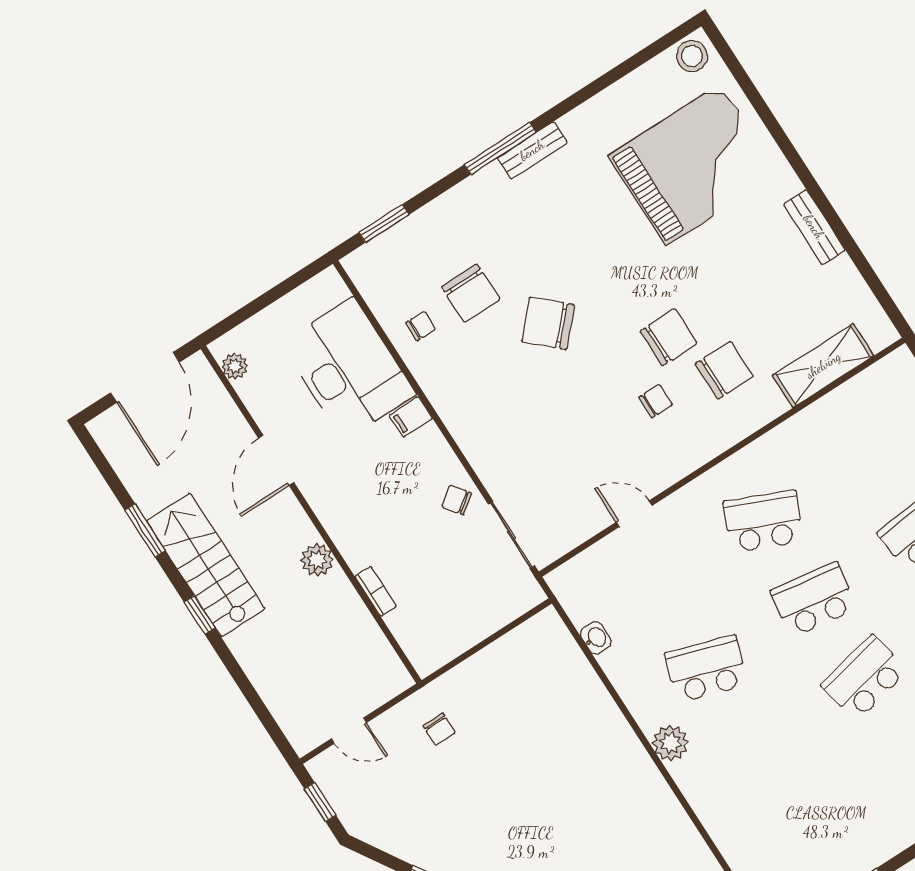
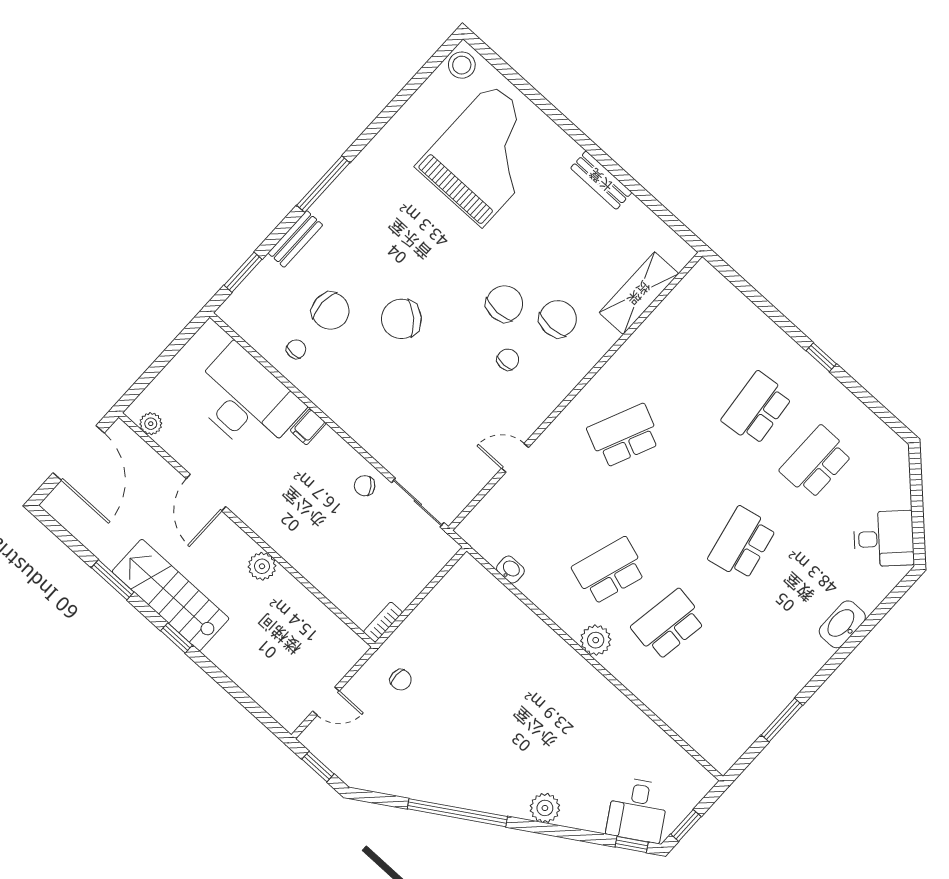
bench: (532, 150) -> (295, 239), moved
bookcase: (376, 591) -> (383, 622), moved, turned -90
school desk: (814, 600) -> (668, 624), moved

